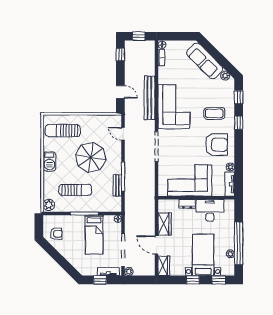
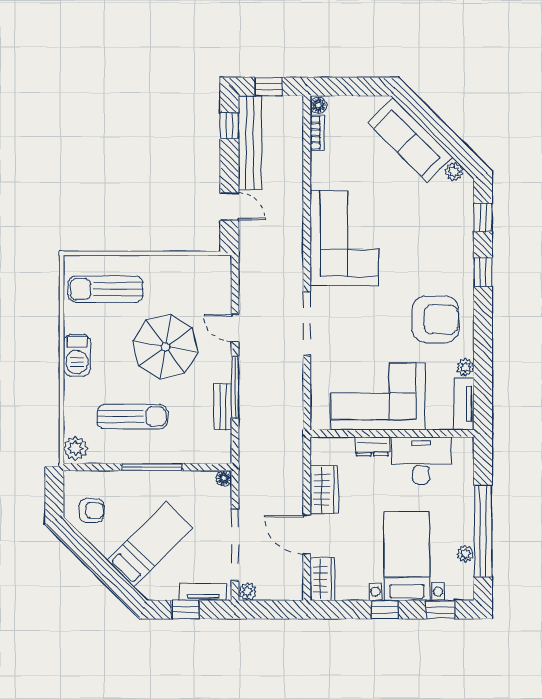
bench: (150, 98) -> (250, 143), moved
coffee table: (214, 113) -> (431, 252), removed
door: (123, 134) -> (235, 328), moved
bed: (94, 235) -> (150, 544), moved, turned -135

